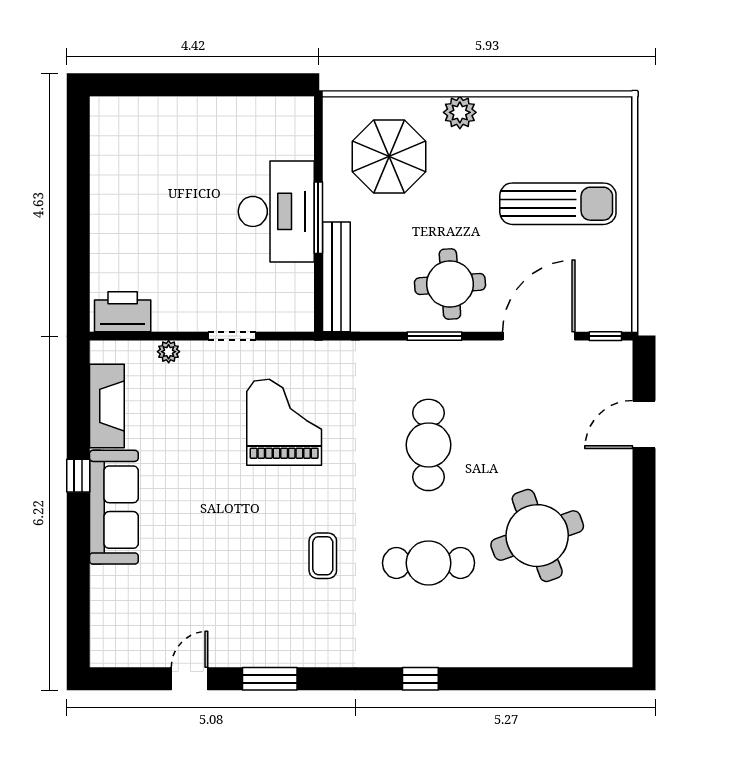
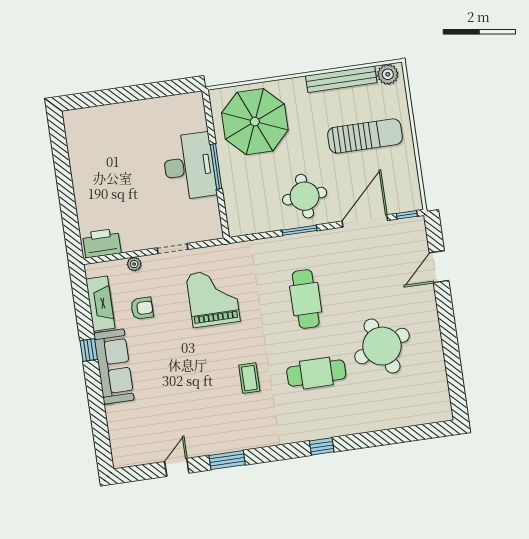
plant: (460, 112) -> (388, 74), moved
parasol: (389, 156) -> (255, 122), width x1.36, depth x1.36
bench: (336, 277) -> (341, 79), moved, turned 90
armchair: (171, 422) -> (142, 308), added

